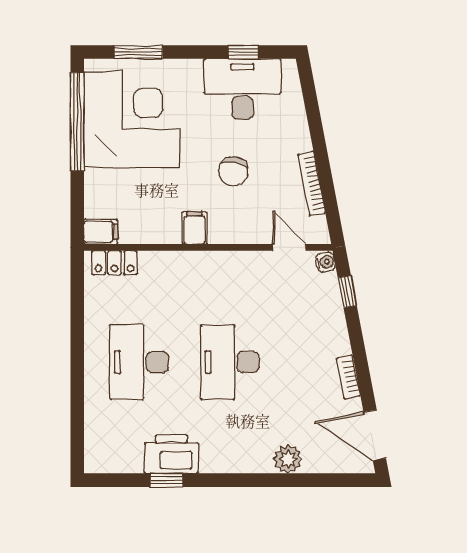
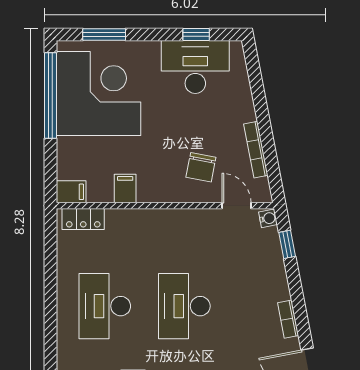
chair: (233, 171) -> (201, 167), moved
filing cabinet: (195, 228) -> (125, 189), moved

